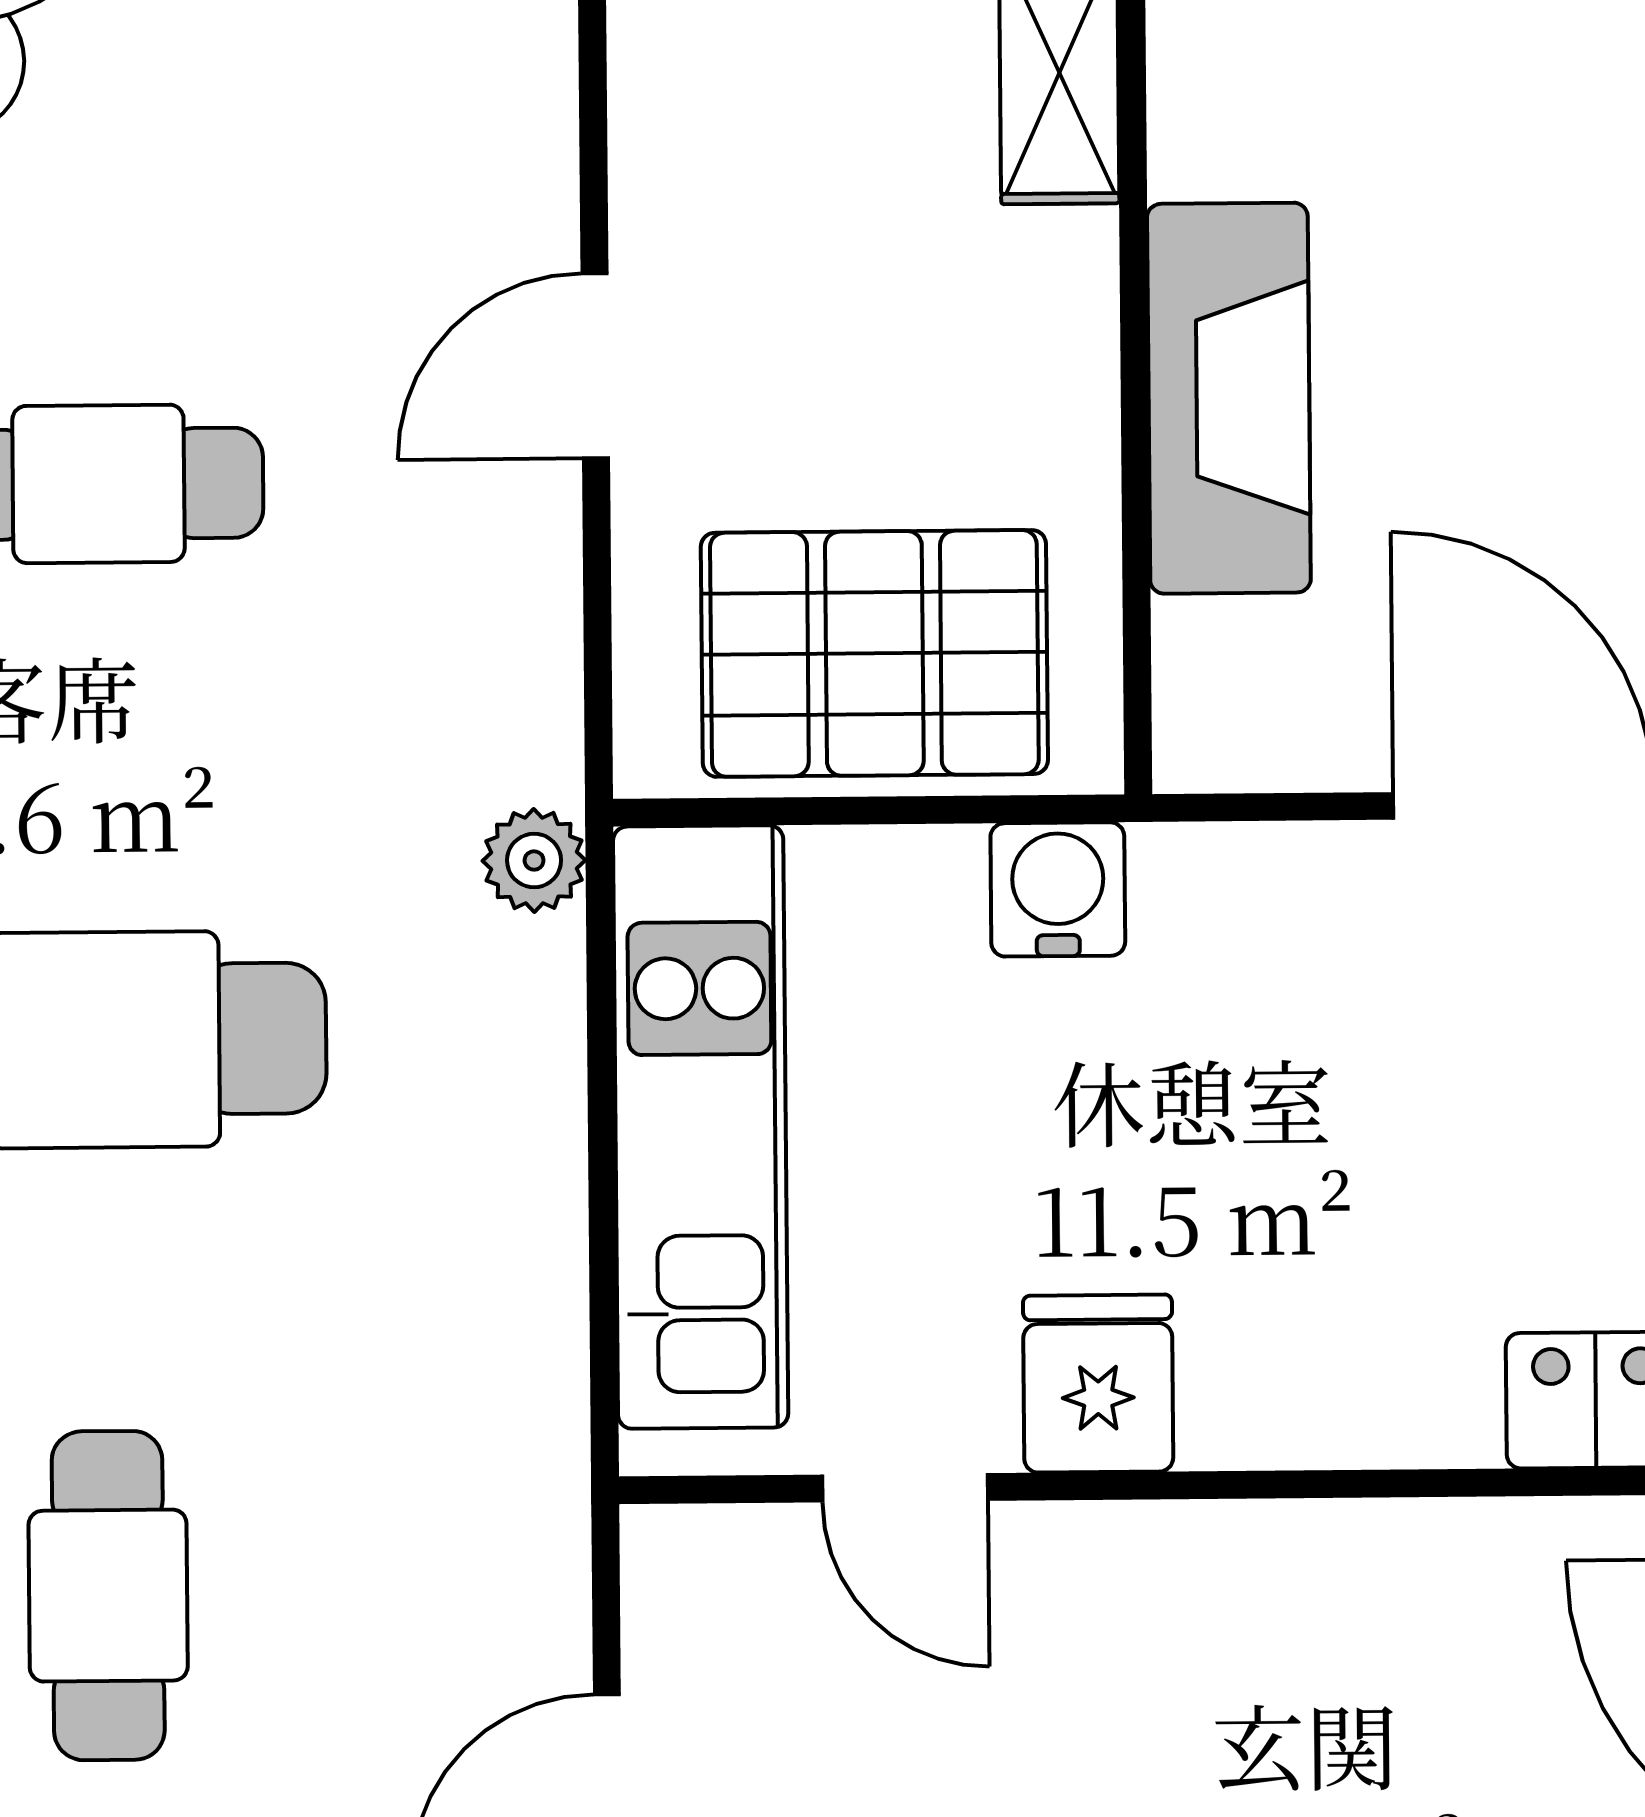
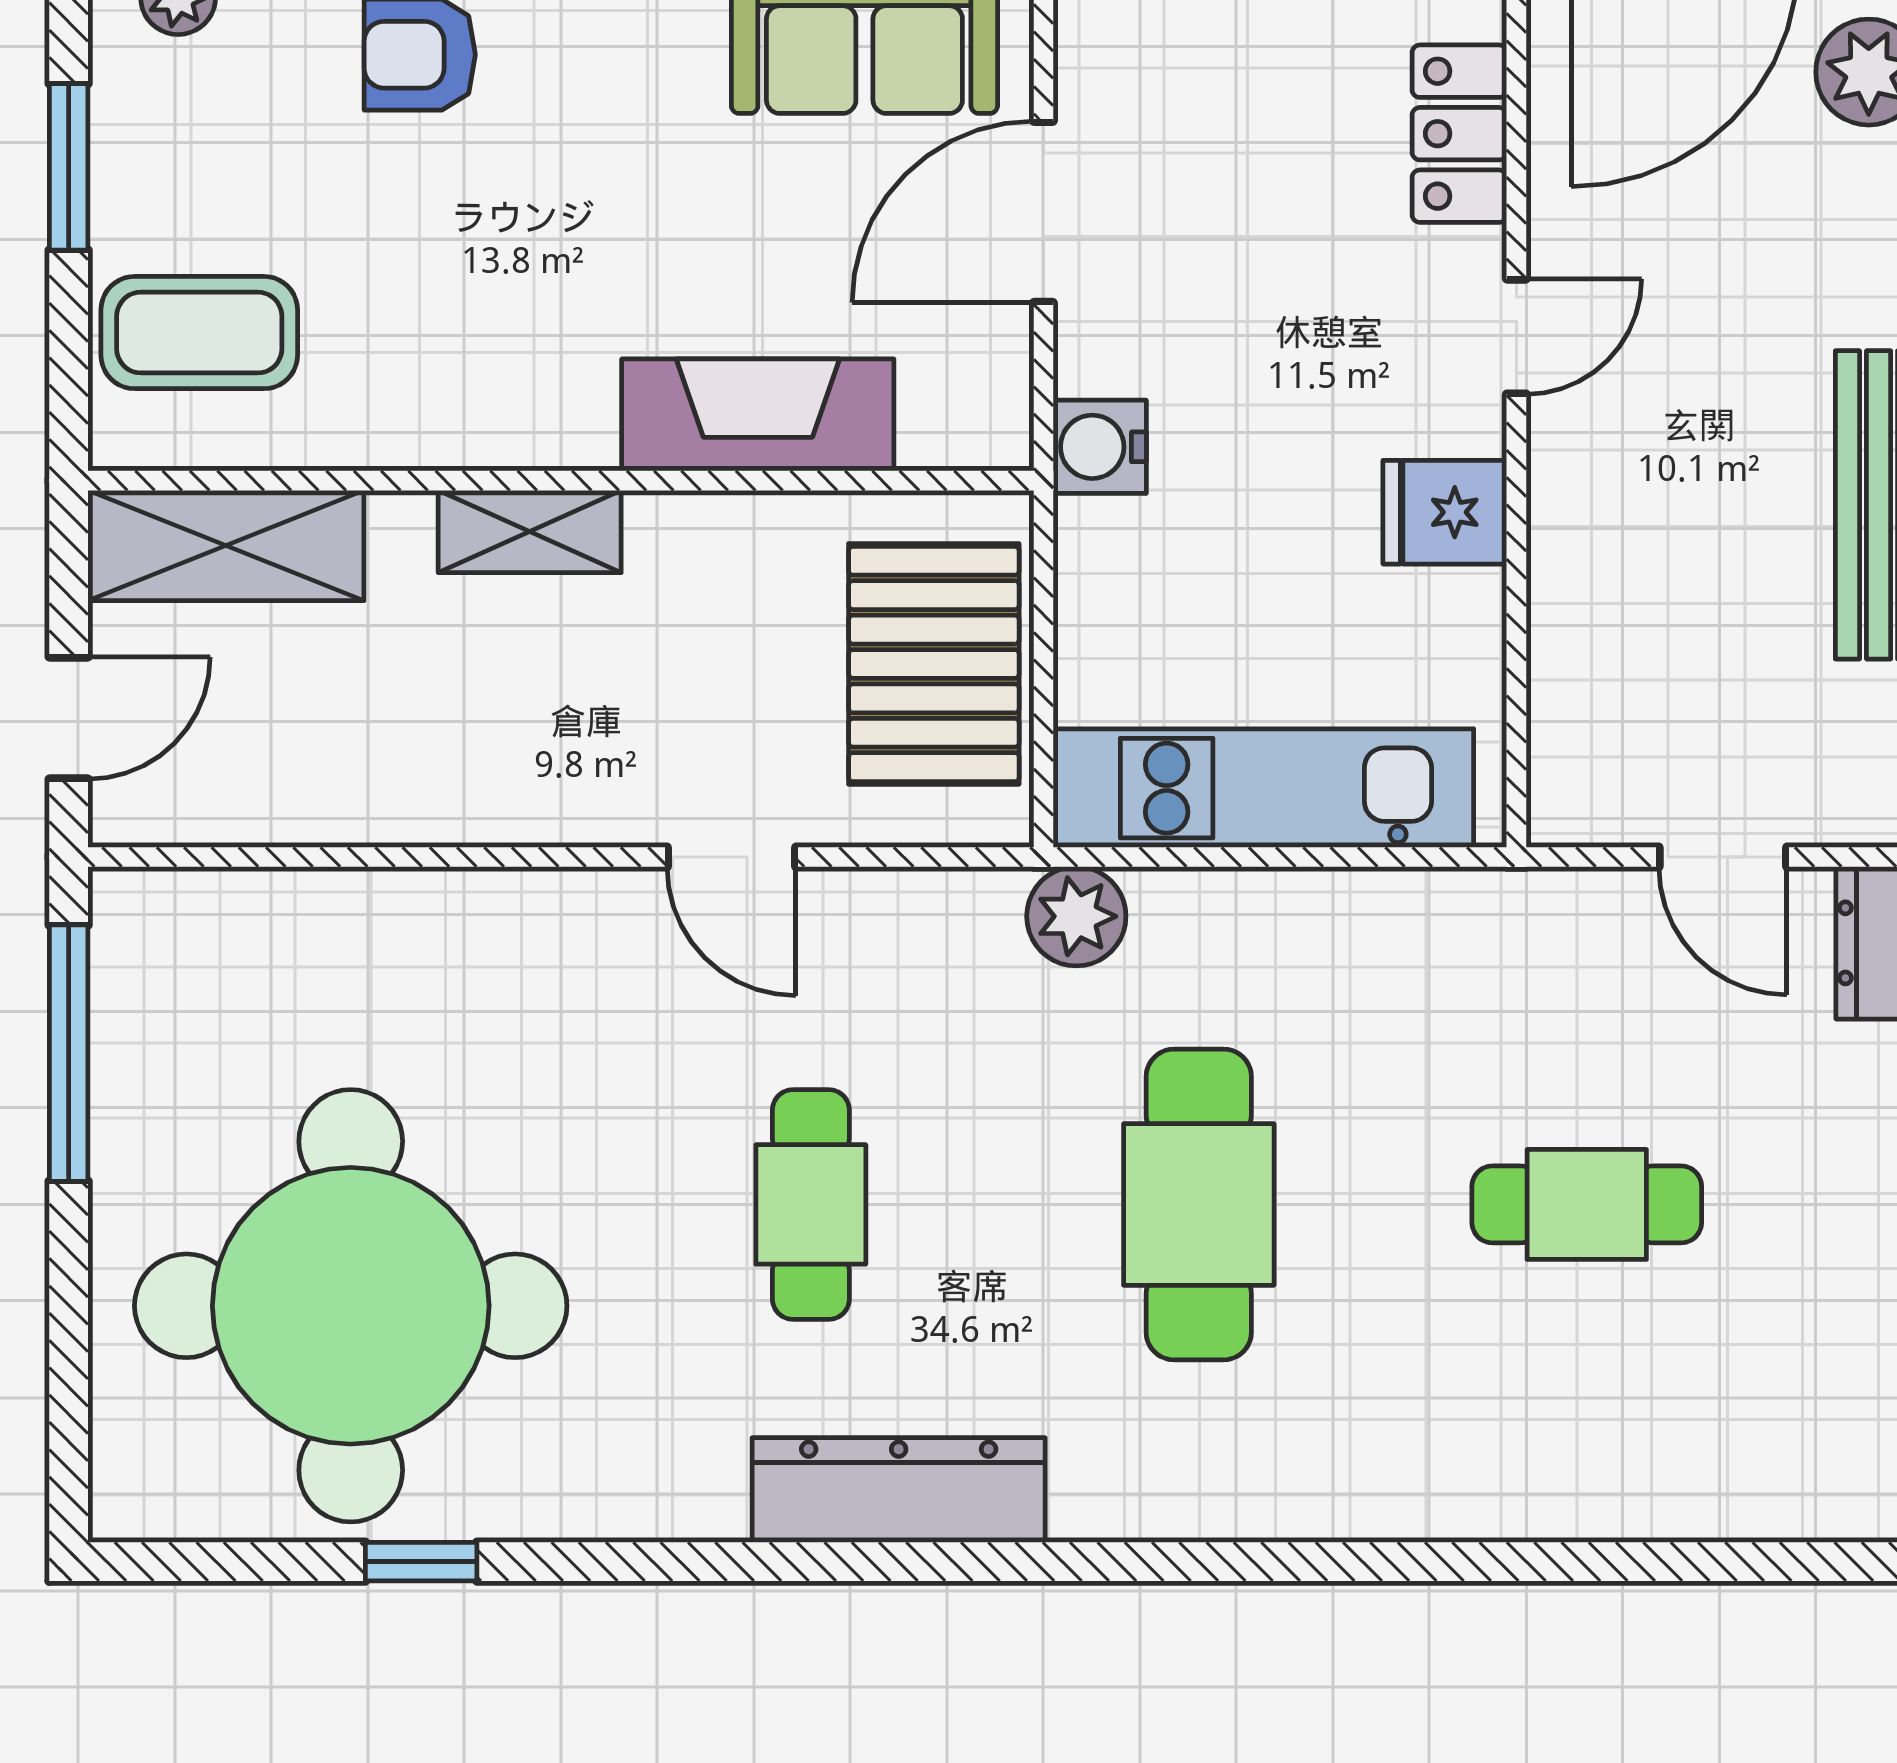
plant: (534, 861) -> (1076, 916), width x1.38, depth x1.38
water cooler: (1058, 889) -> (1100, 447), moved
door: (905, 1488) -> (1516, 337), moved

